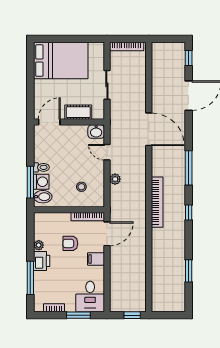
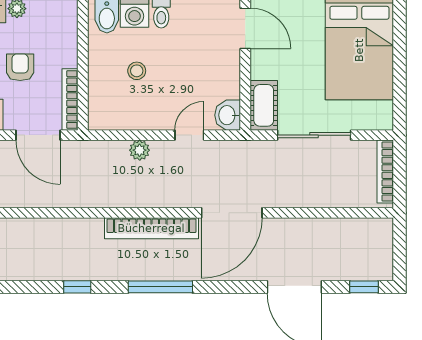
sliding door: (107, 85) -> (314, 135), width x1.37
cot: (78, 112) -> (264, 105), moved
stool: (81, 187) -> (137, 71), moved
bookcase: (157, 202) -> (151, 228), moved

